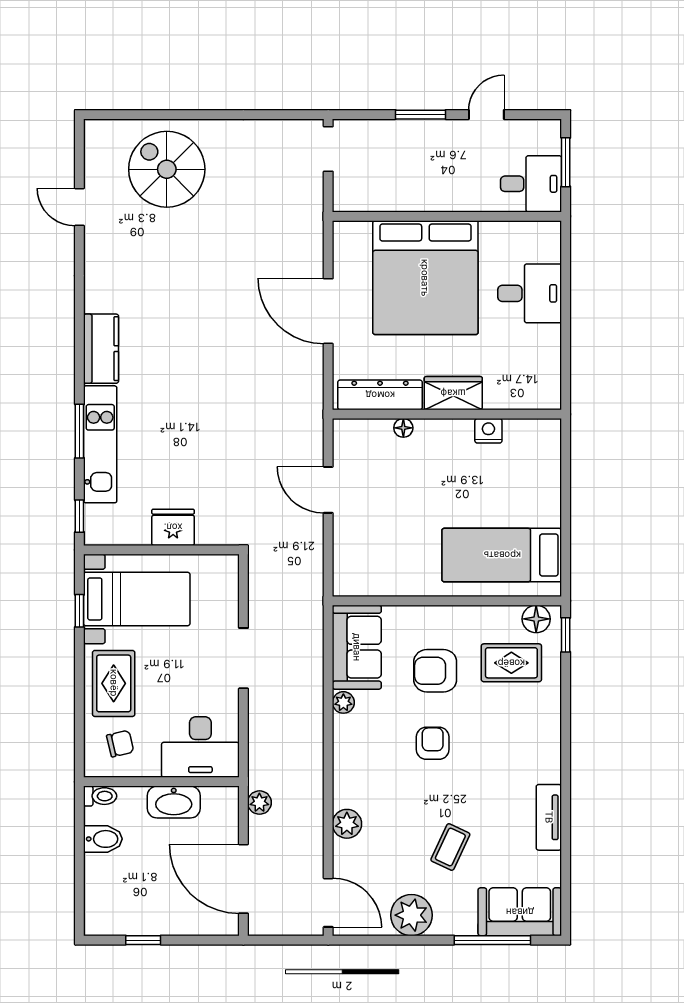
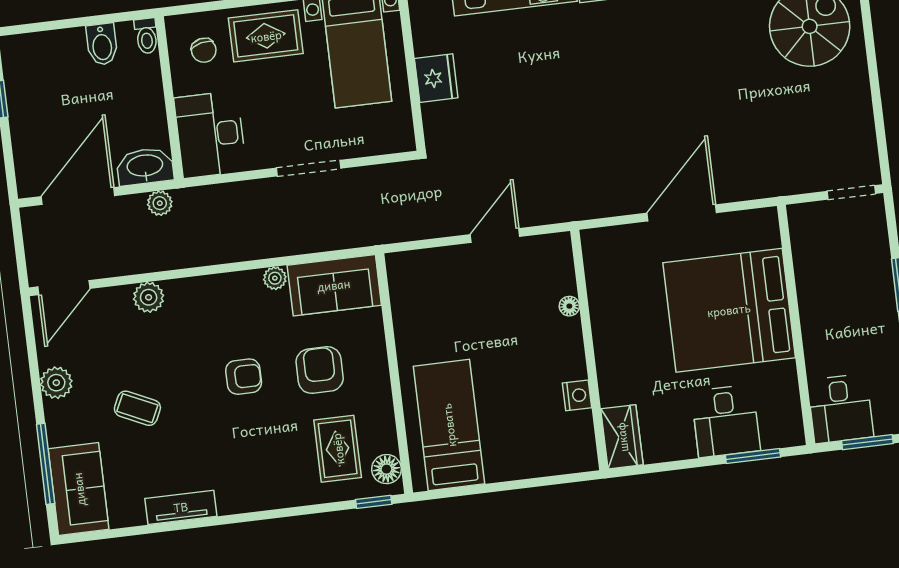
window: (566, 272) -> (753, 456), added
wardrobe: (453, 393) -> (622, 437), moved
dresser: (380, 395) -> (601, 278), removed
washbasin: (174, 802) -> (145, 166), moved, turned 90
plant: (411, 915) -> (56, 383), width x0.73, depth x0.73

